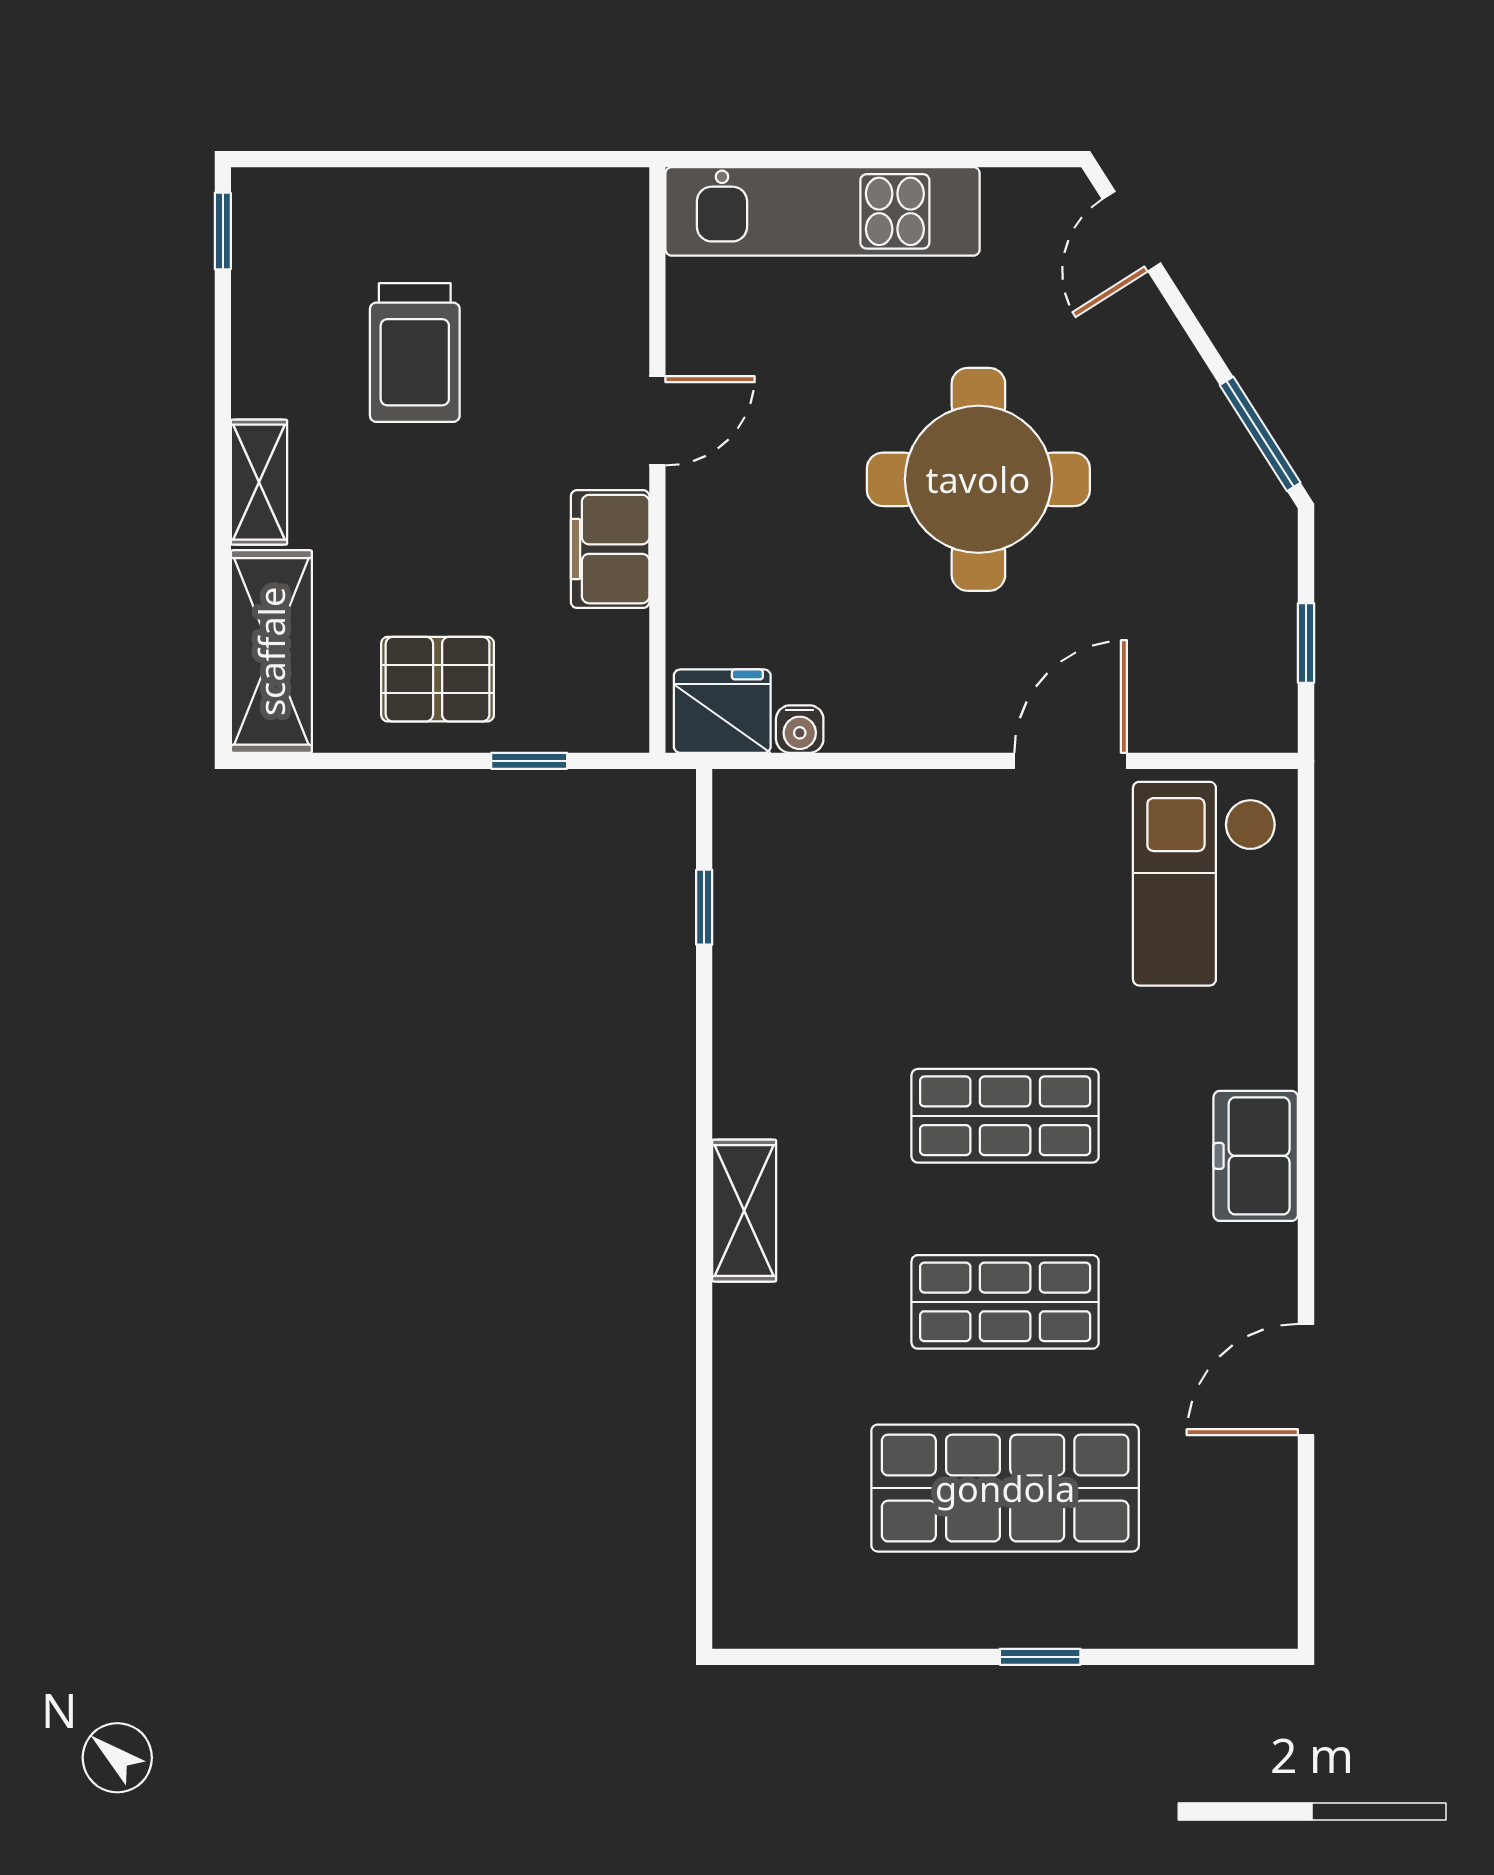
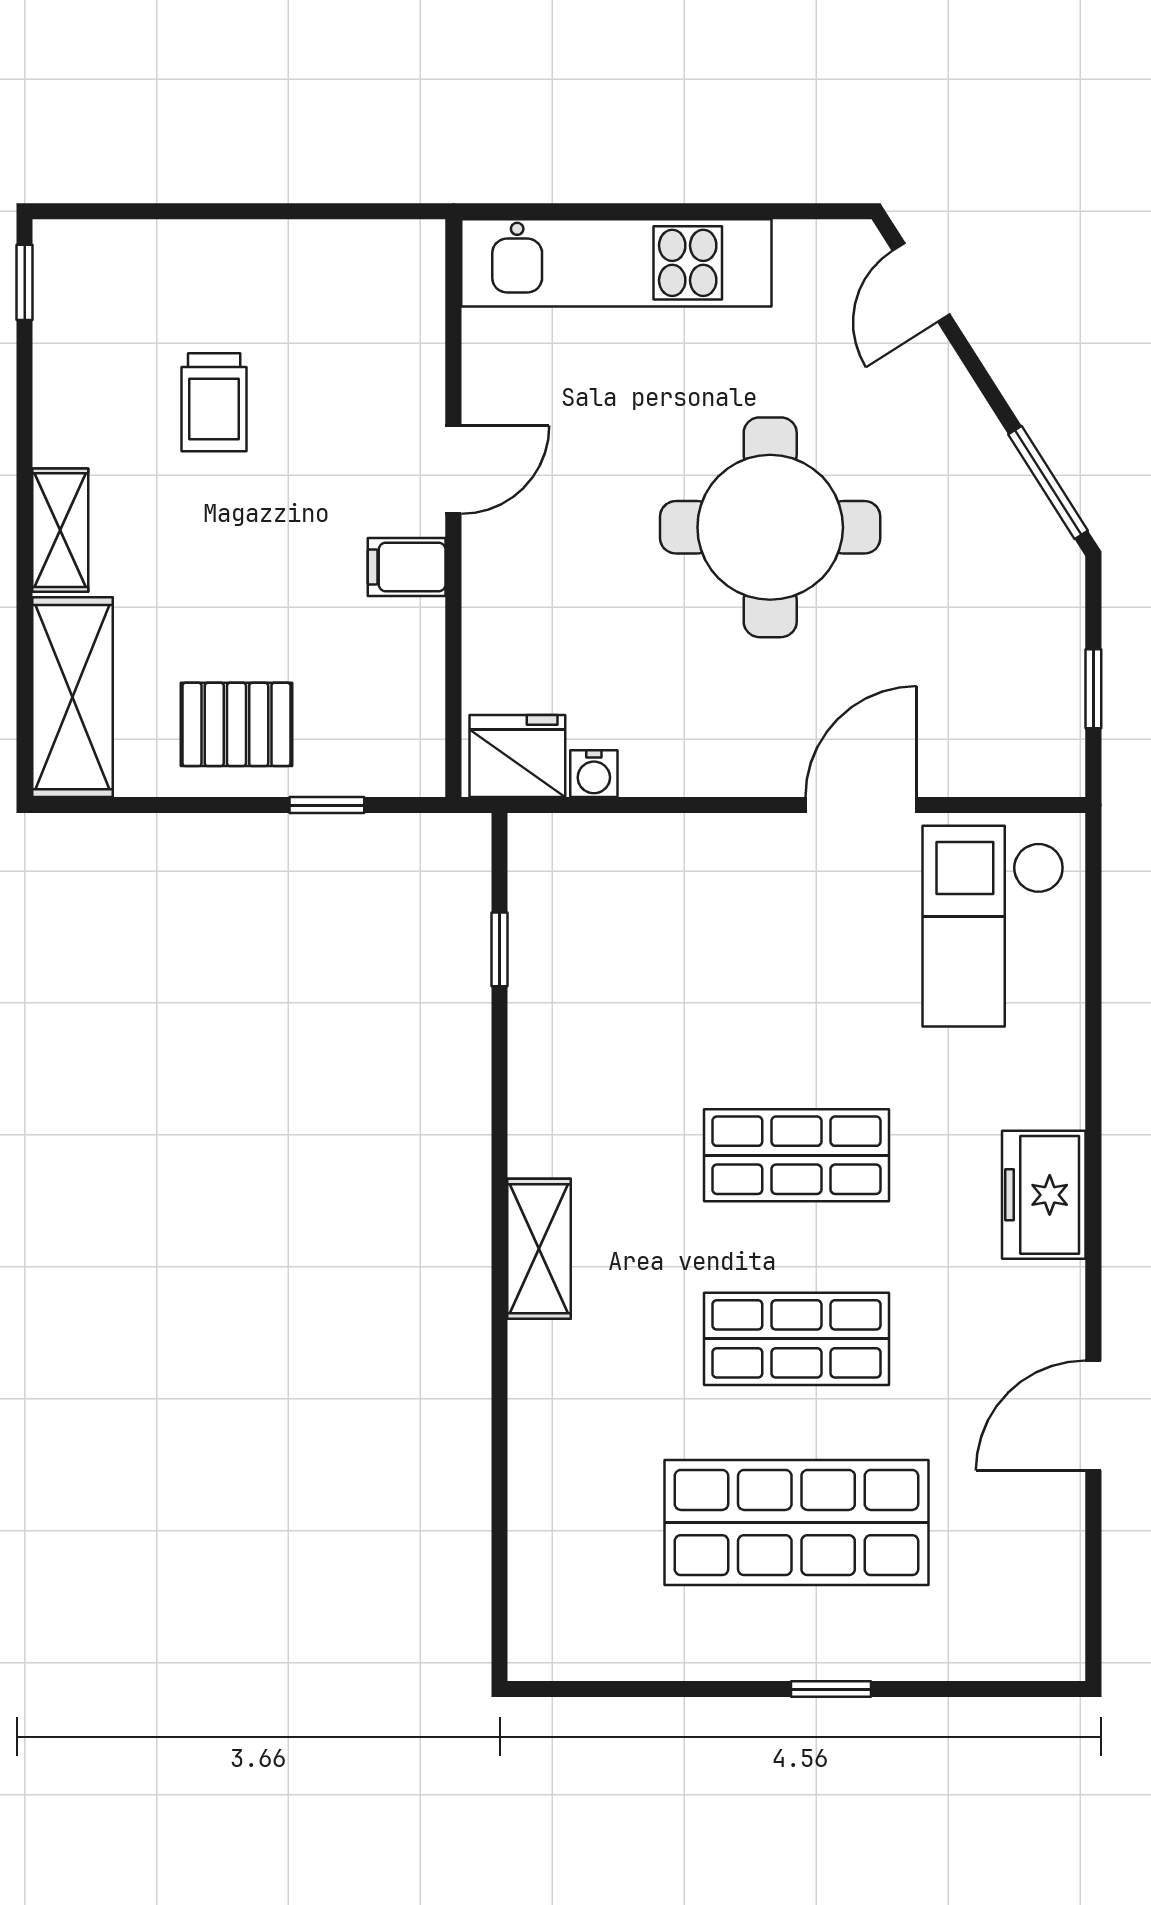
trolley: (415, 353) -> (214, 402), width x0.73, depth x0.72
filing cabinet: (610, 549) -> (407, 567), width x0.50

